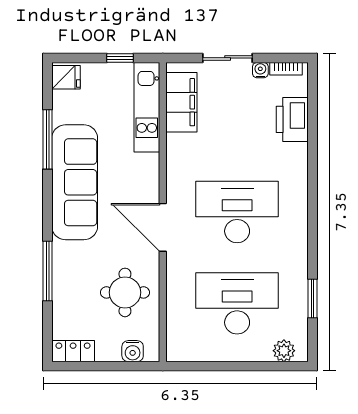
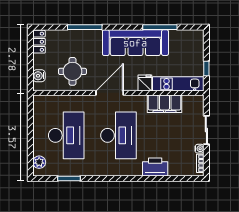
fridge: (66, 77) -> (145, 83), moved, turned 180
filing cabinet: (181, 102) -> (164, 104), moved
printer: (292, 119) -> (155, 167), moved

